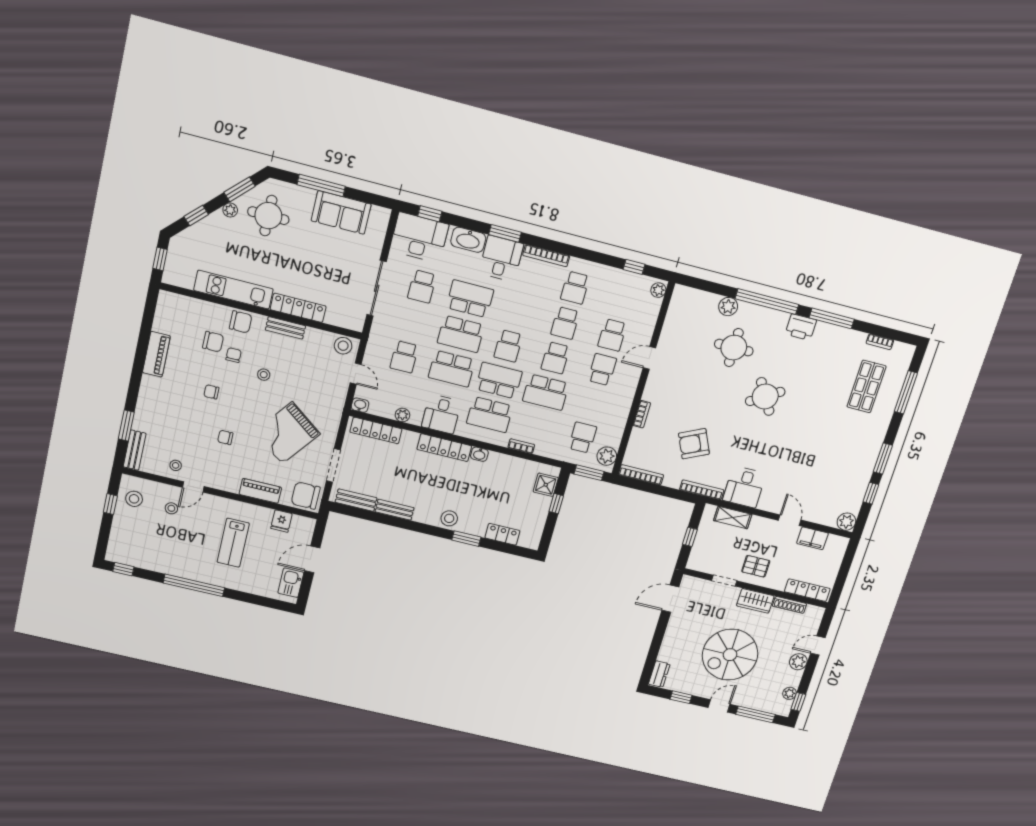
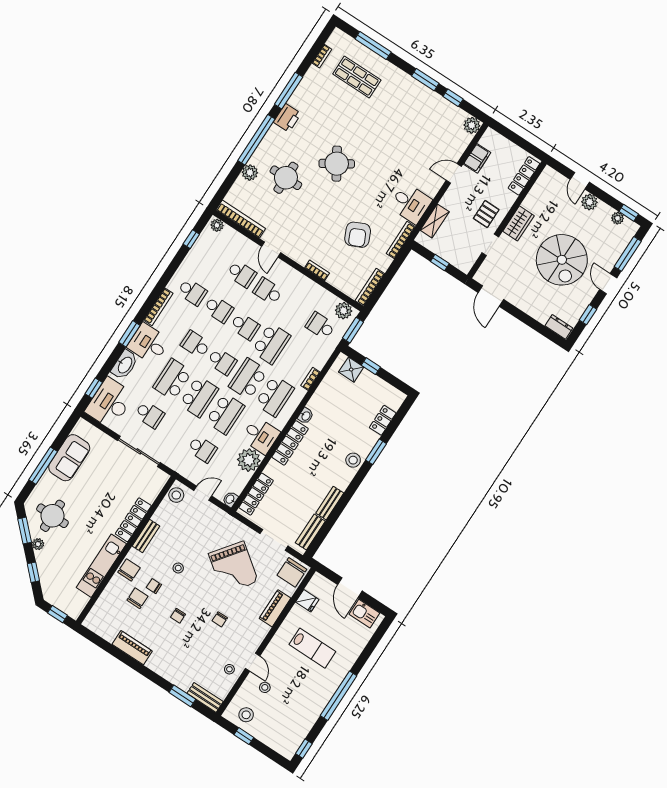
school desk: (518, 311) -> (196, 344), added
bookcase: (673, 314) -> (241, 219), added
plant: (402, 415) -> (249, 460), width x1.87, depth x1.87
shoe rack: (789, 605) -> (532, 195), removed

